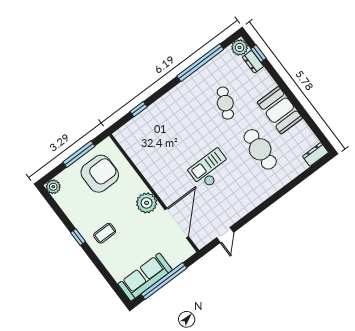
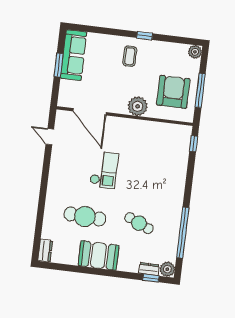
window: (139, 109) -> (194, 144), moved
armchair: (100, 174) -> (173, 92), turned 180
plant: (147, 203) -> (138, 106), moved
window: (164, 281) -> (59, 65), width x0.47

